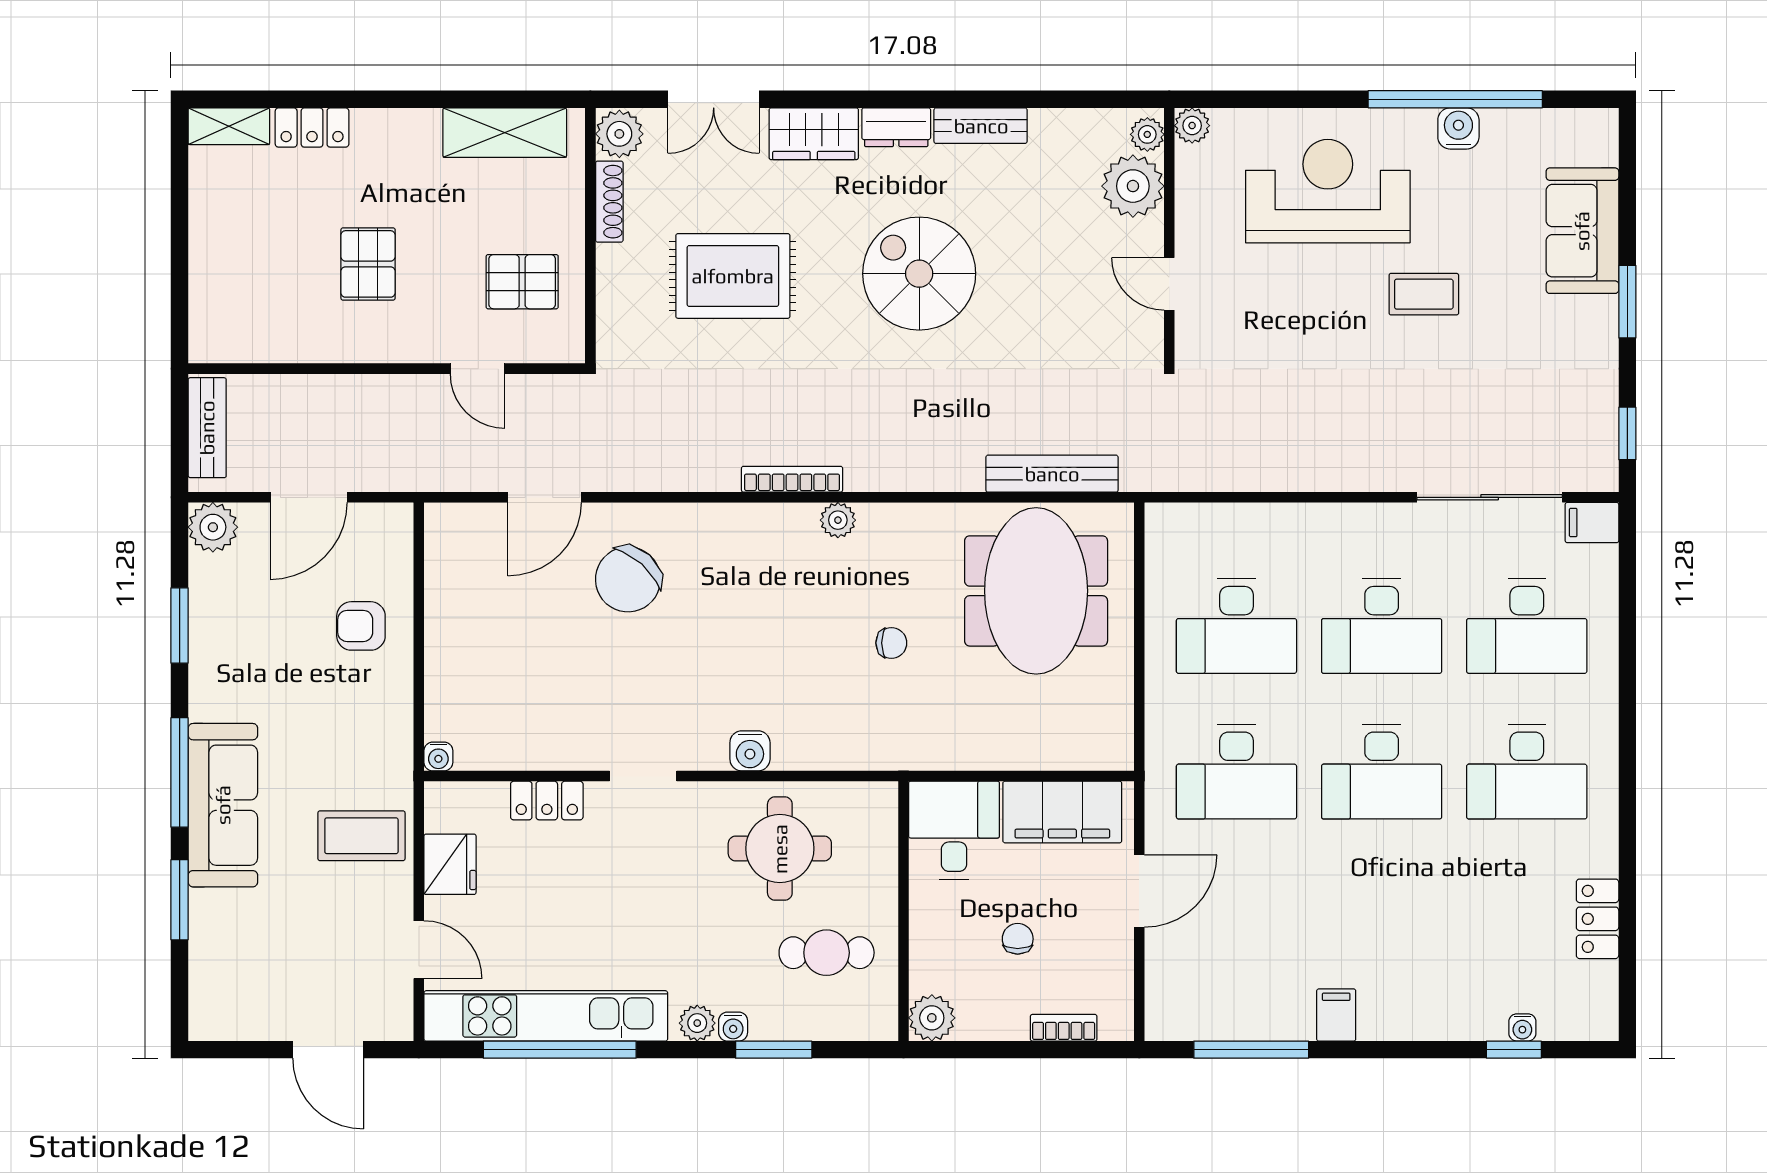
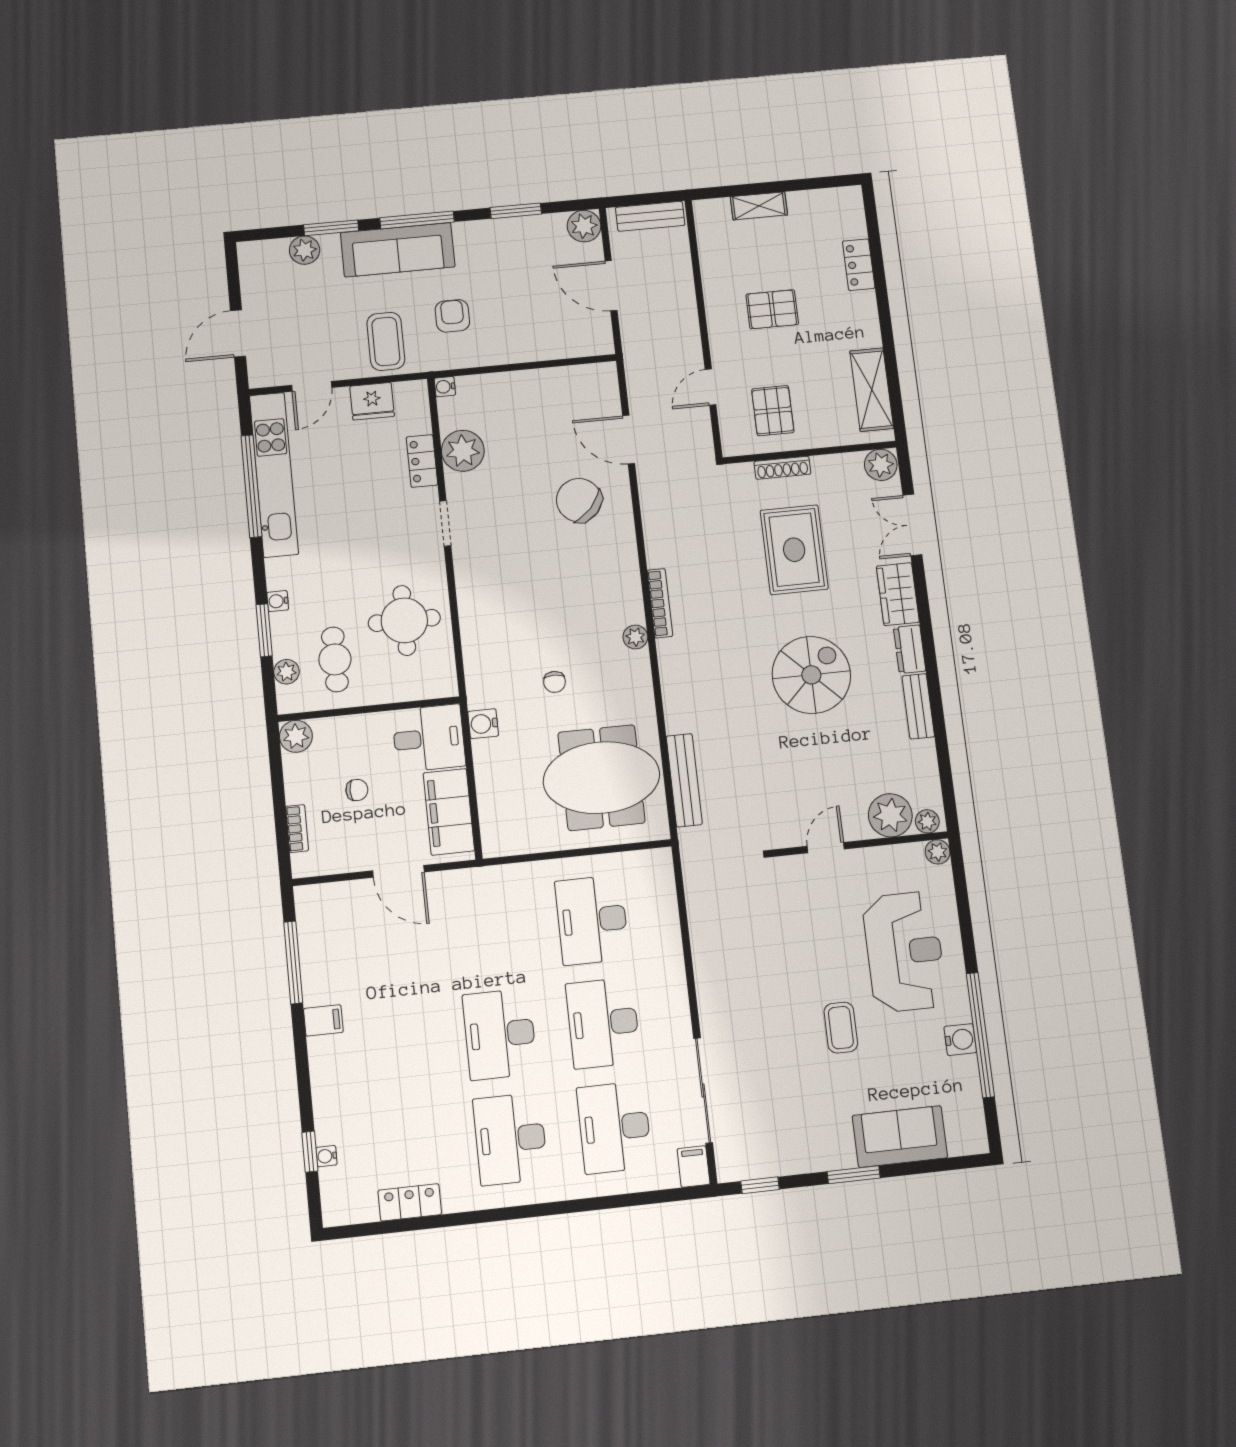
shelving: (229, 126) -> (759, 206), moved, turned 90
shoe rack: (609, 202) -> (782, 468), moved
armchair: (361, 626) -> (452, 316), moved
plant: (537, 740) -> (463, 451), added
water cooler: (750, 751) -> (483, 724), moved
desk: (1236, 772) -> (489, 931), removed
plant: (210, 942) -> (305, 250), added
plant: (697, 1023) -> (286, 672), moved

